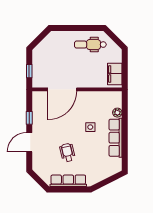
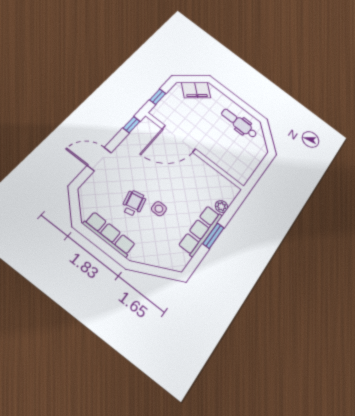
filing cabinet: (115, 74) -> (196, 90), moved, turned -135
window: (29, 118) -> (131, 125), moved
side table: (90, 127) -> (159, 209), moved
window: (125, 135) -> (213, 236), added

